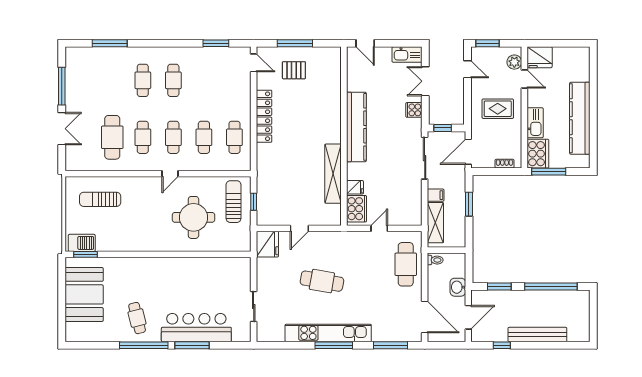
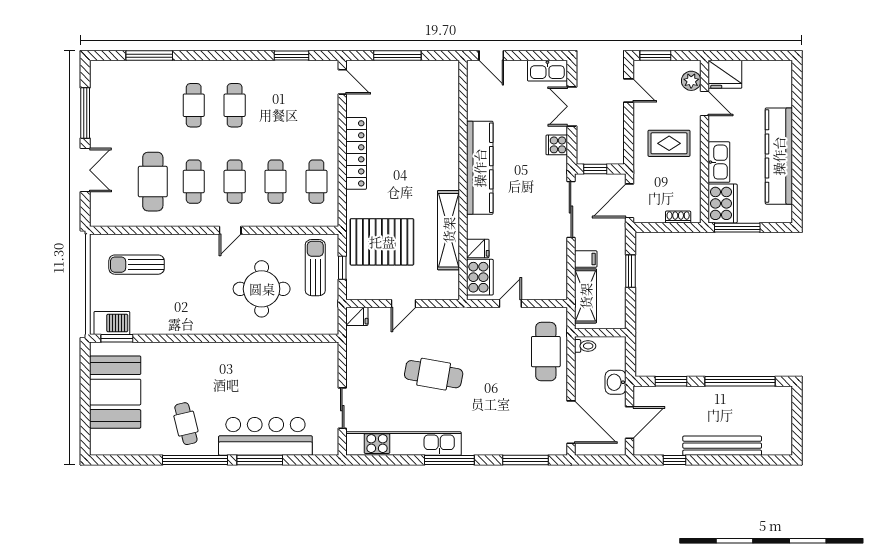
pallet: (294, 70) -> (382, 242), moved, width x2.05, depth x2.00
fridge: (267, 244) -> (357, 316), width x0.53, depth x0.75
kitchen unit: (328, 333) -> (404, 444), moved

